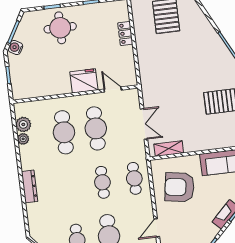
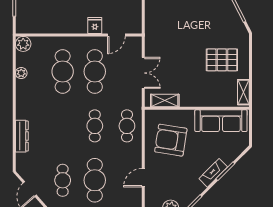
fridge: (84, 81) -> (95, 25), width x0.53, depth x0.75
door: (113, 90) -> (116, 35), swing flipped
plant: (23, 124) -> (23, 44), moved
dresser: (30, 186) -> (22, 136), moved

